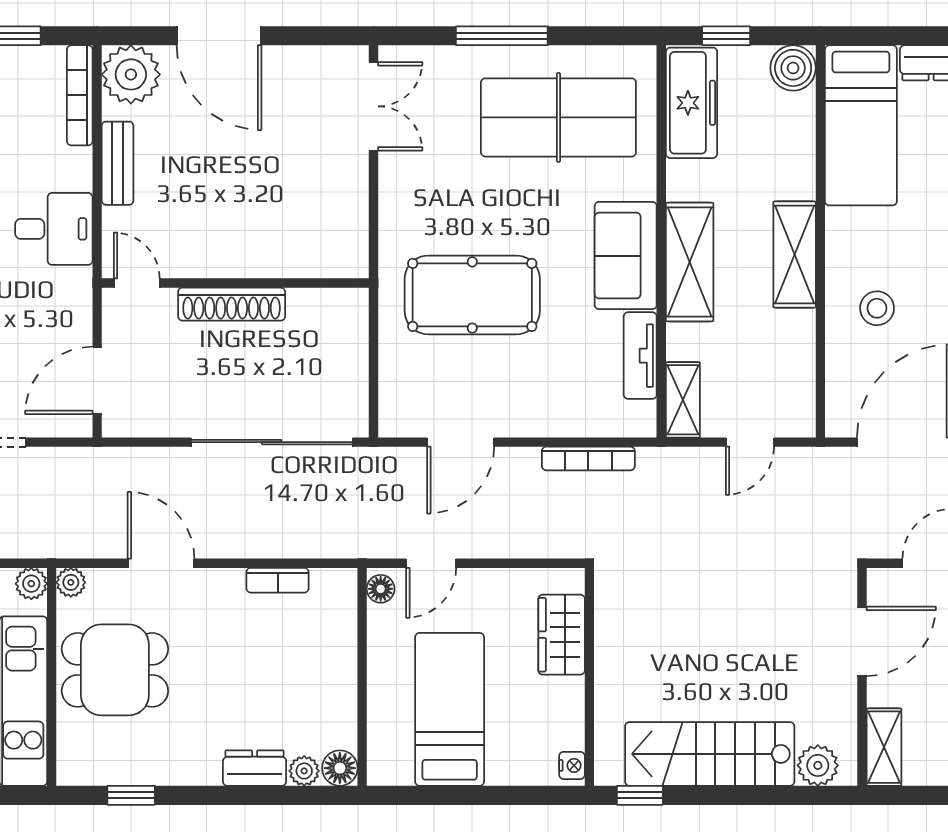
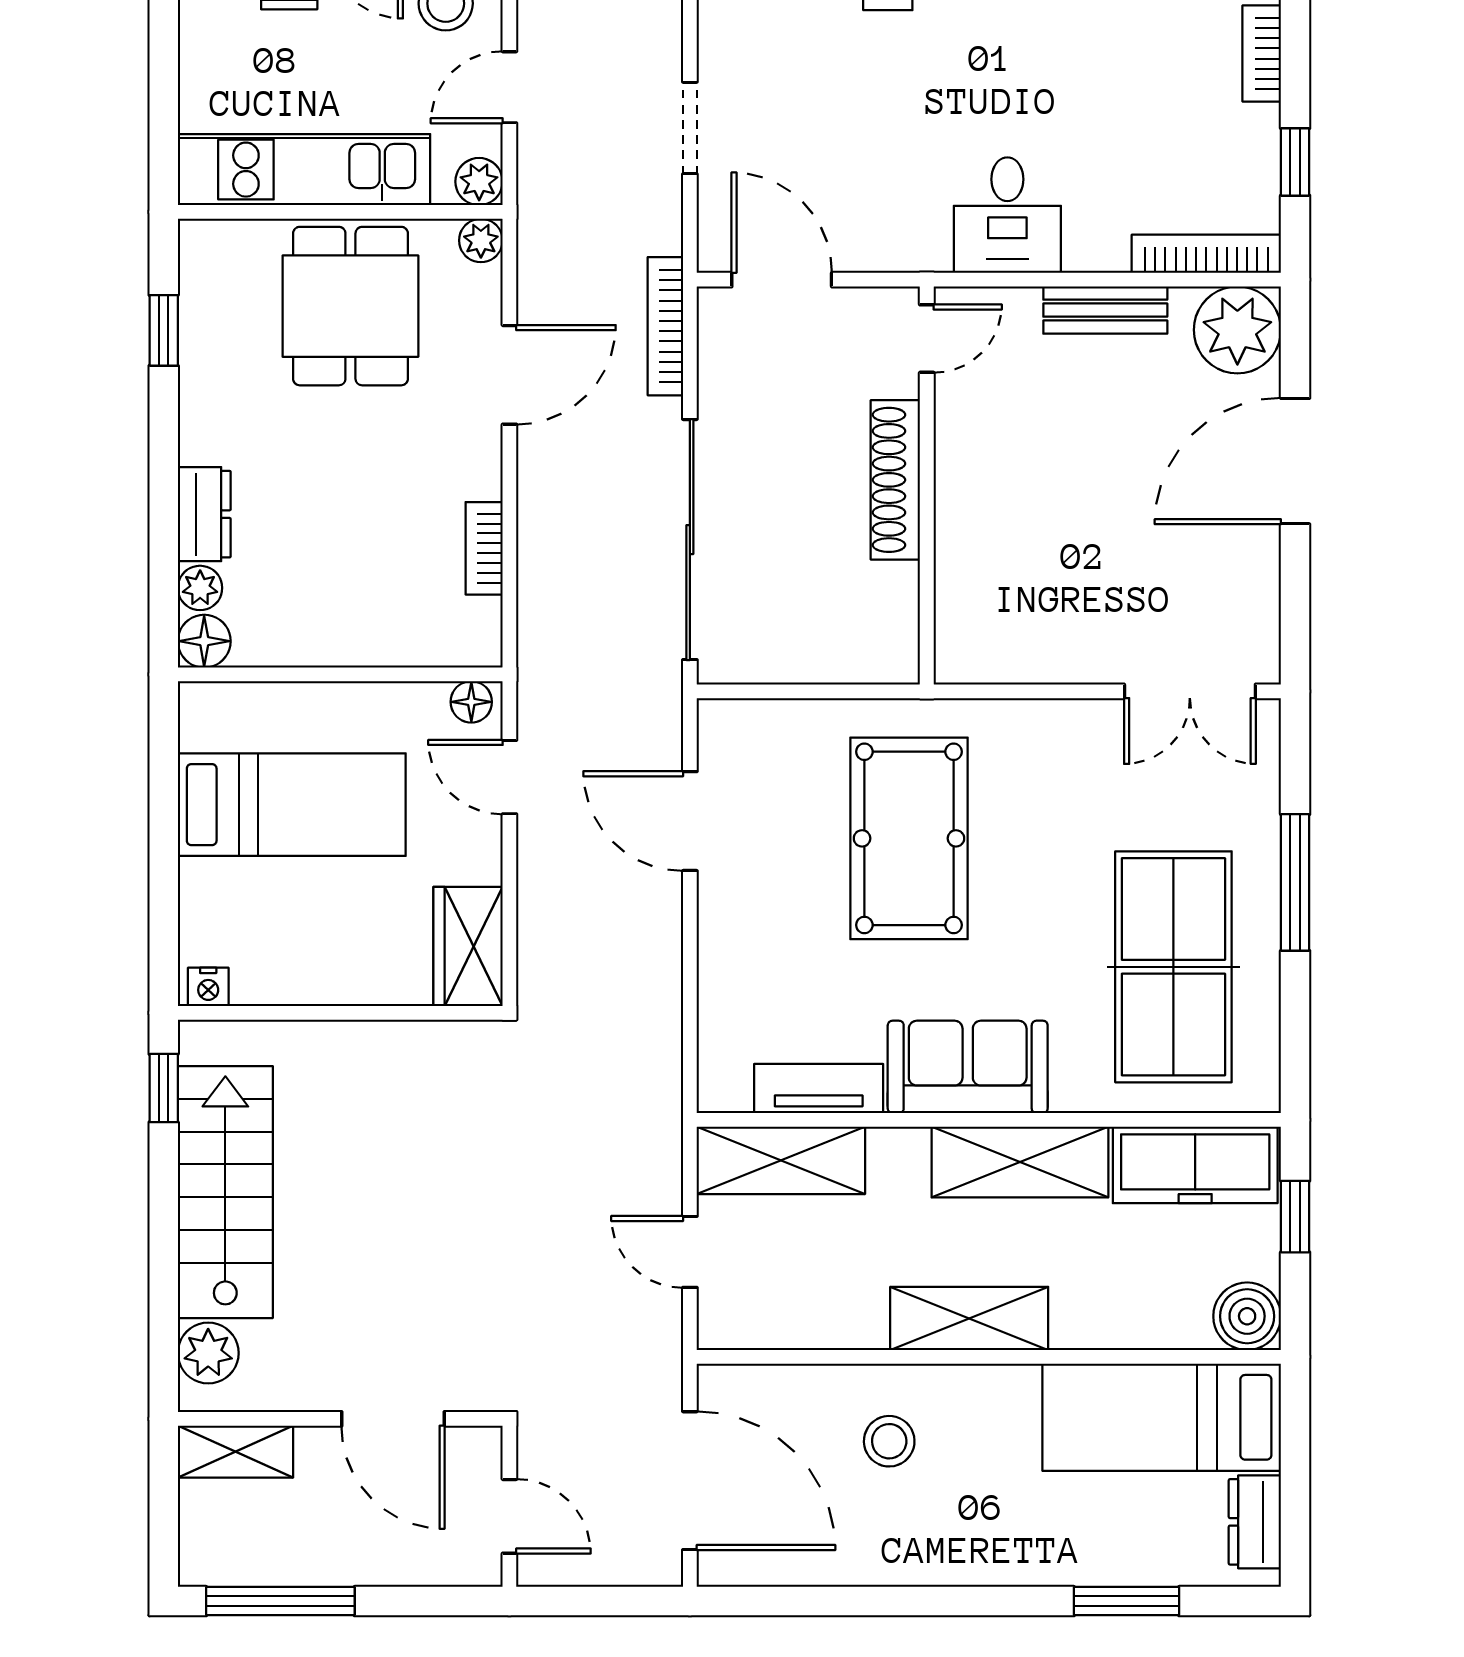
shelving: (690, 262) -> (1020, 1162), moved
shelving: (683, 400) -> (781, 1160), width x1.50, depth x1.33
bookcase: (588, 458) -> (665, 326), moved
wardrobe: (562, 635) -> (468, 946), moved, turned -90

